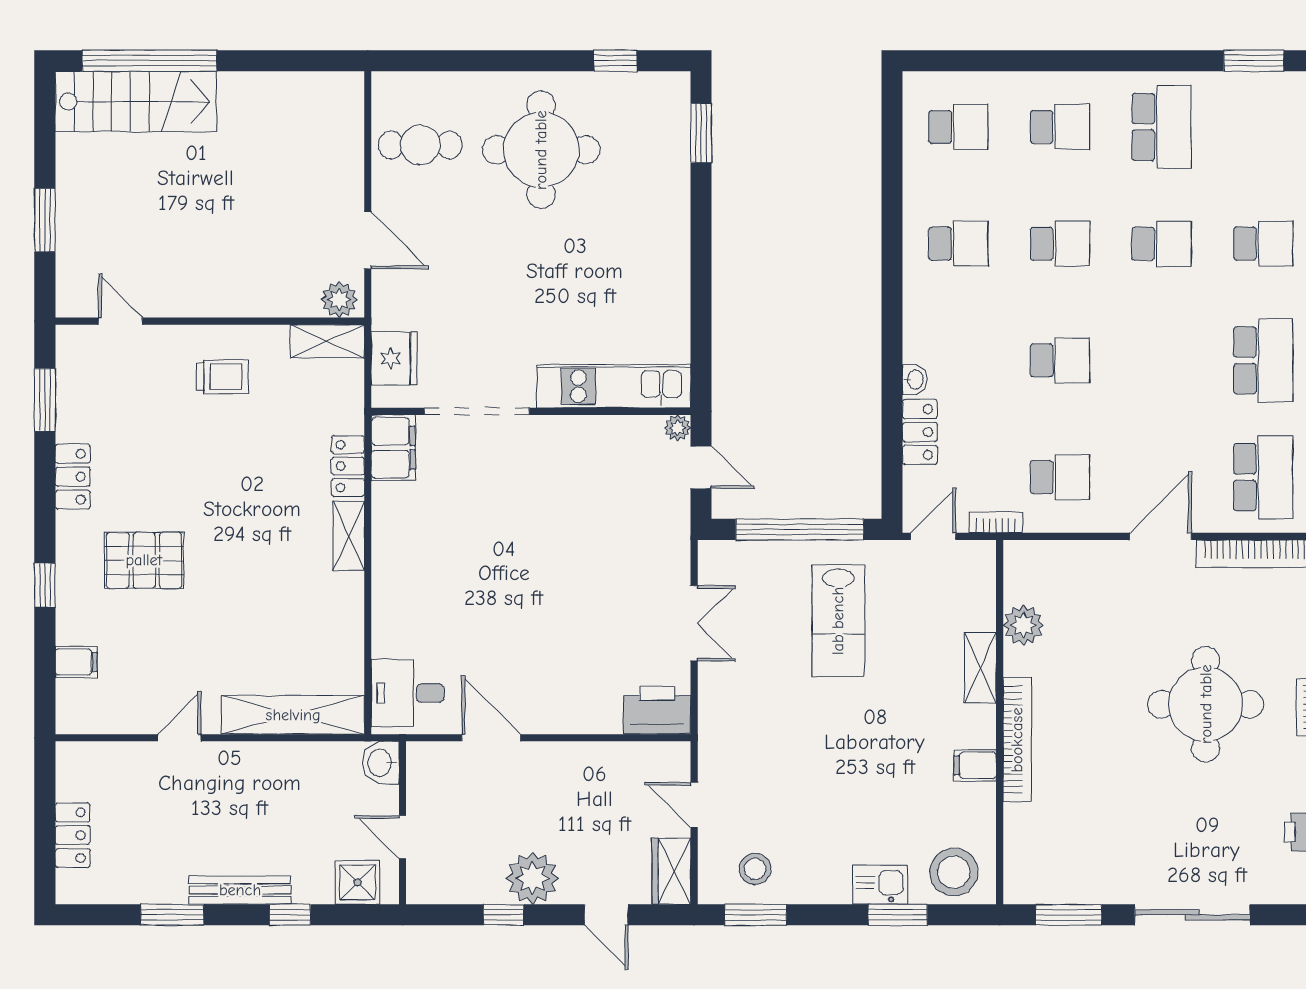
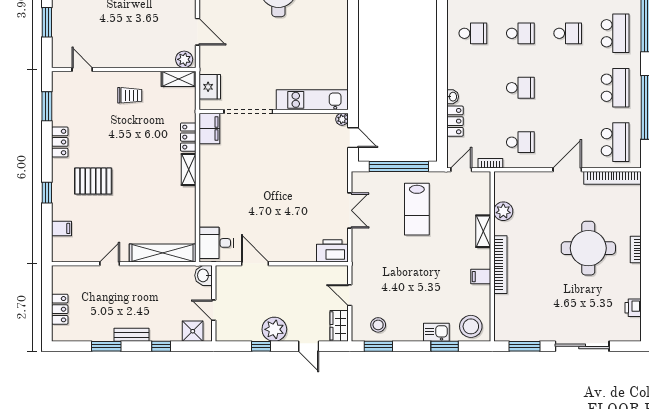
school desk: (1263, 244) -> (615, 33), width x1.85
bench: (240, 890) -> (131, 335), width x0.73

